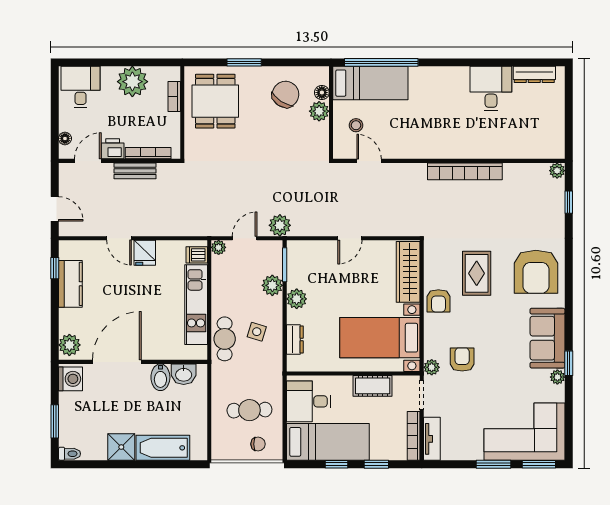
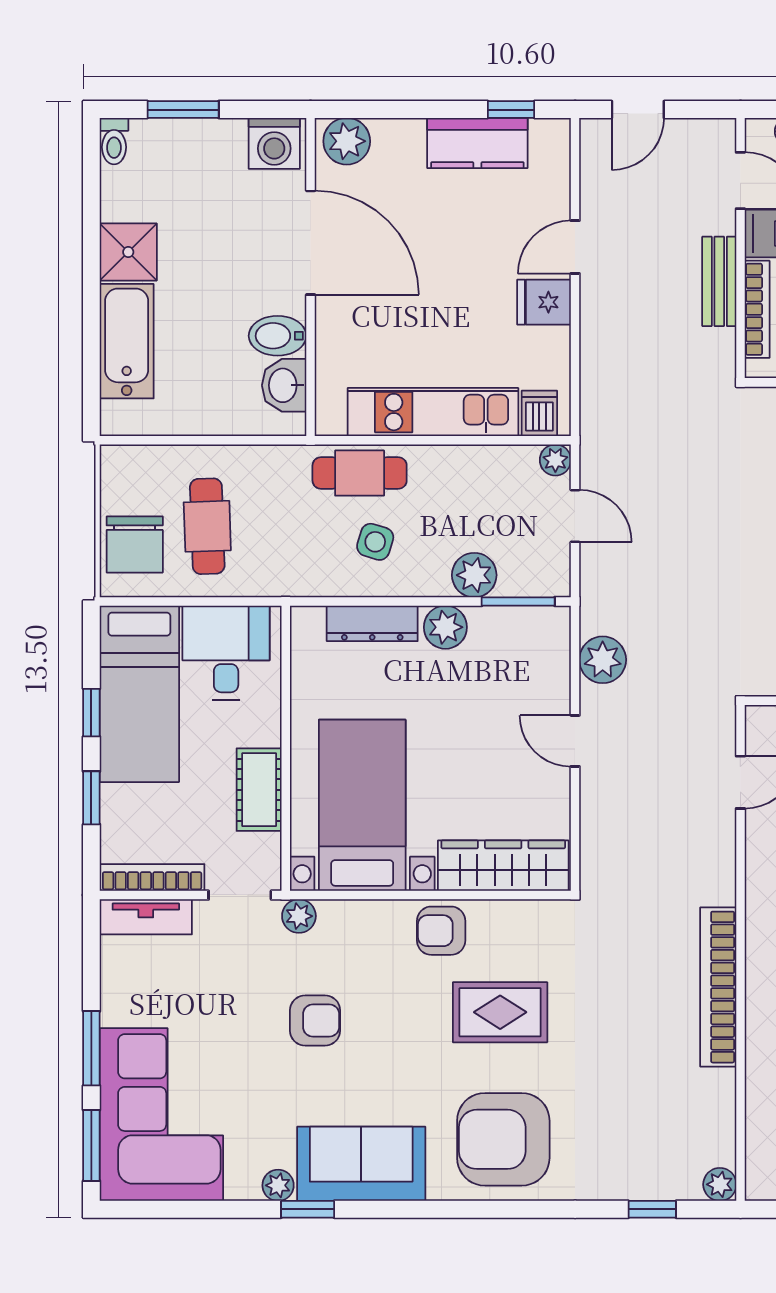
plant: (280, 225) -> (603, 660), moved
dresser: (295, 339) -> (372, 623), width x1.44
armchair: (462, 359) -> (315, 1020), moved
chair: (258, 444) -> (135, 545), width x1.87, depth x1.87

